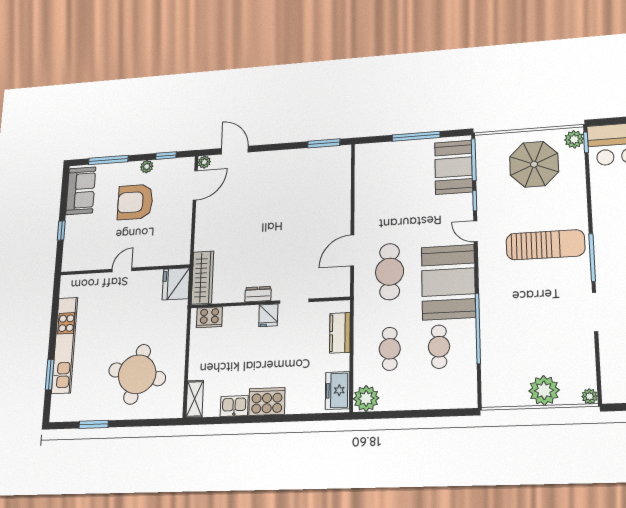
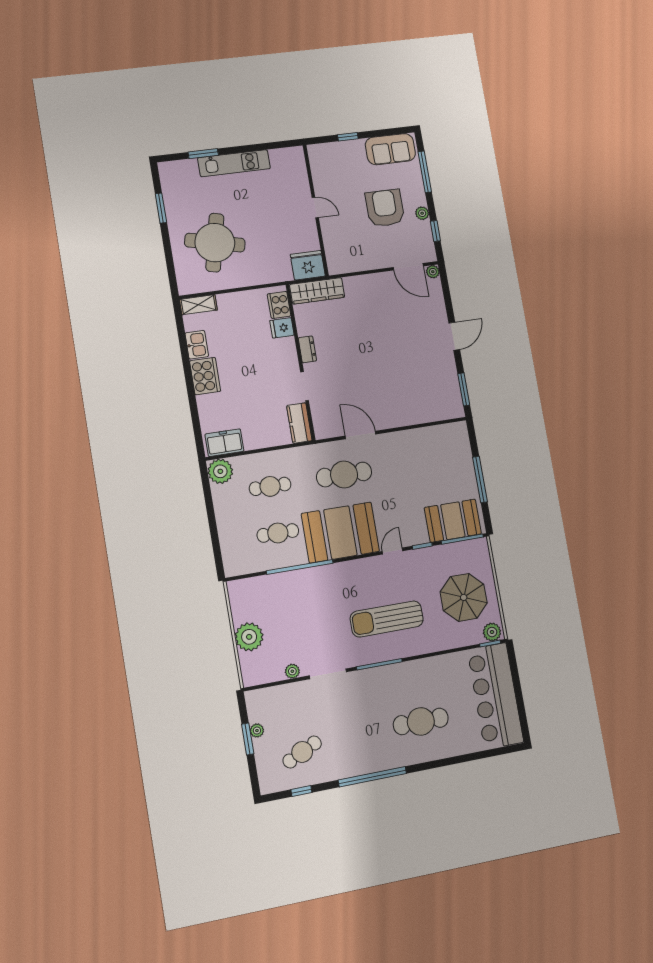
door: (235, 150) -> (454, 336), moved
sun lounger: (545, 245) -> (387, 619), turned 90
fridge: (268, 315) -> (282, 328), moved
kitchen counter: (340, 333) -> (299, 423), moved, turned -90
kitchen unit: (65, 345) -> (234, 163), width x0.73
plant: (590, 396) -> (292, 671), moved

